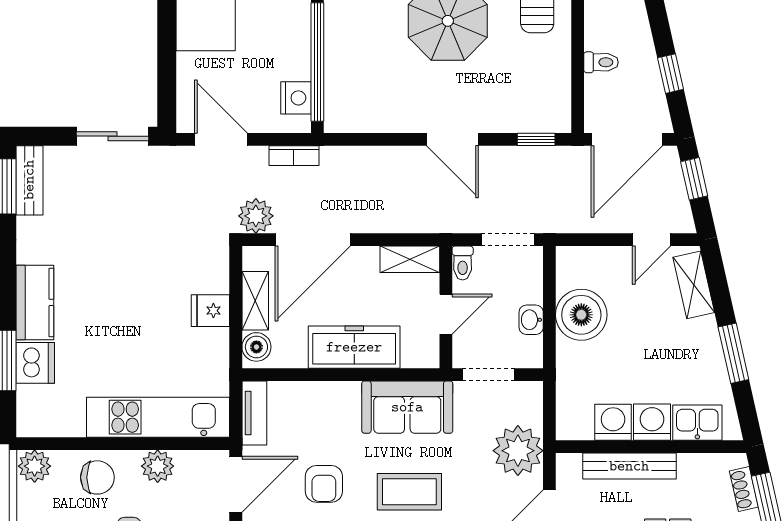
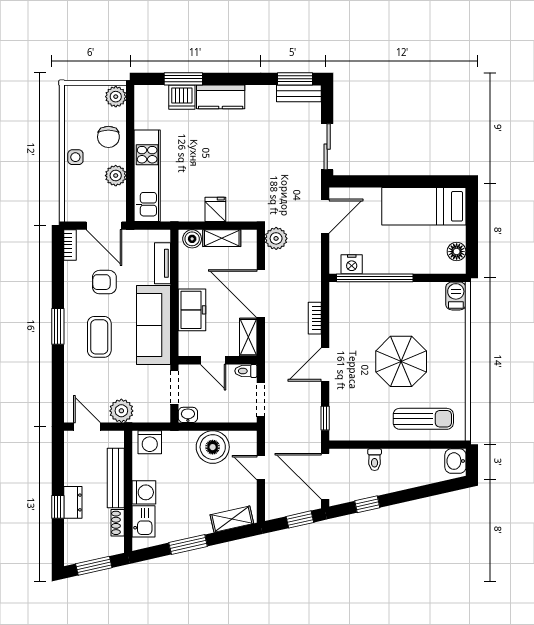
bookcase: (294, 156) -> (315, 318), moved
door: (313, 240) -> (261, 294), moved
door: (651, 240) -> (261, 468), moved
washbasin: (531, 320) -> (188, 415), moved
freezer: (354, 347) -> (192, 310), width x0.71
sofa: (407, 407) -> (154, 325), width x1.36
tv unit: (254, 413) -> (162, 263), moved, turned 90
washing machine: (613, 422) -> (150, 442), moved, turned 90
plant: (518, 451) -> (121, 411), width x0.73, depth x0.73
shoe rack: (744, 489) -> (118, 523), moved, turned -77

